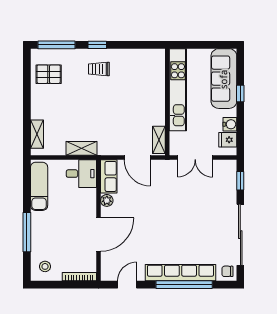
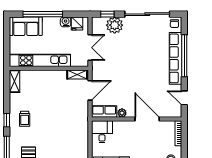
sofa: (224, 79) -> (26, 26), width x0.73
window: (240, 93) -> (43, 14), width x3.17
shelving: (82, 148) -> (15, 81), moved
plant: (225, 190) -> (115, 25), added

